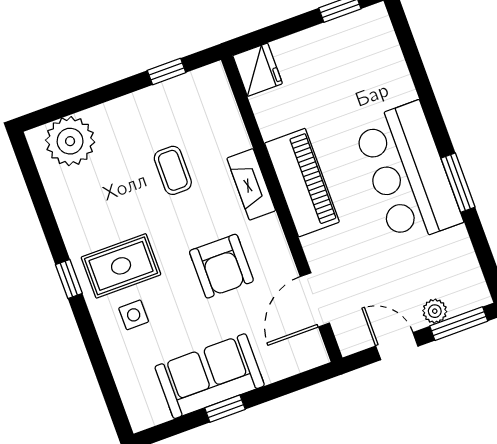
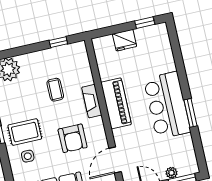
fridge: (258, 70) -> (125, 40), moved, turned 90

